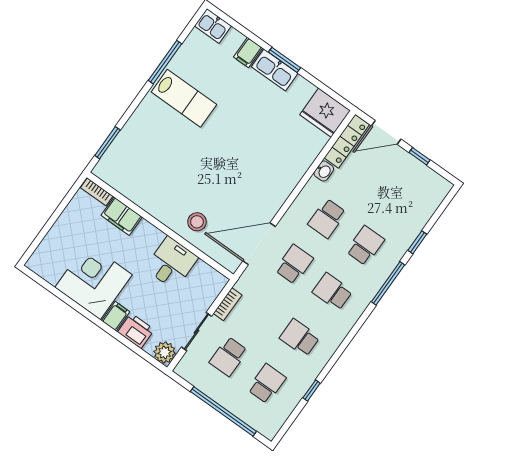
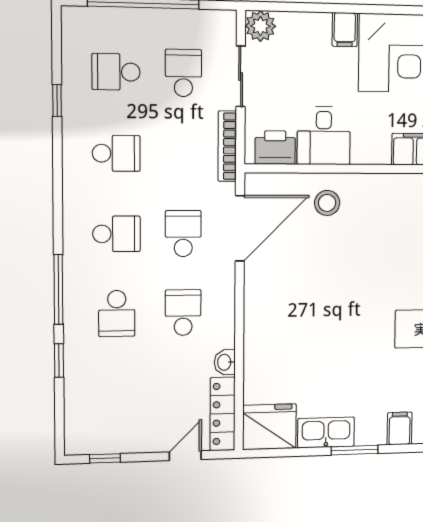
kitchen sink: (275, 70) -> (326, 432), moved
door: (386, 132) -> (185, 456), width x0.73
window: (420, 156) -> (105, 458), moved
school desk: (294, 264) -> (183, 234), turned 180
bookcase: (228, 304) -> (227, 146), width x1.56
printer: (136, 331) -> (275, 148), moved, turned 180
school desk: (267, 384) -> (116, 72), turned 90

